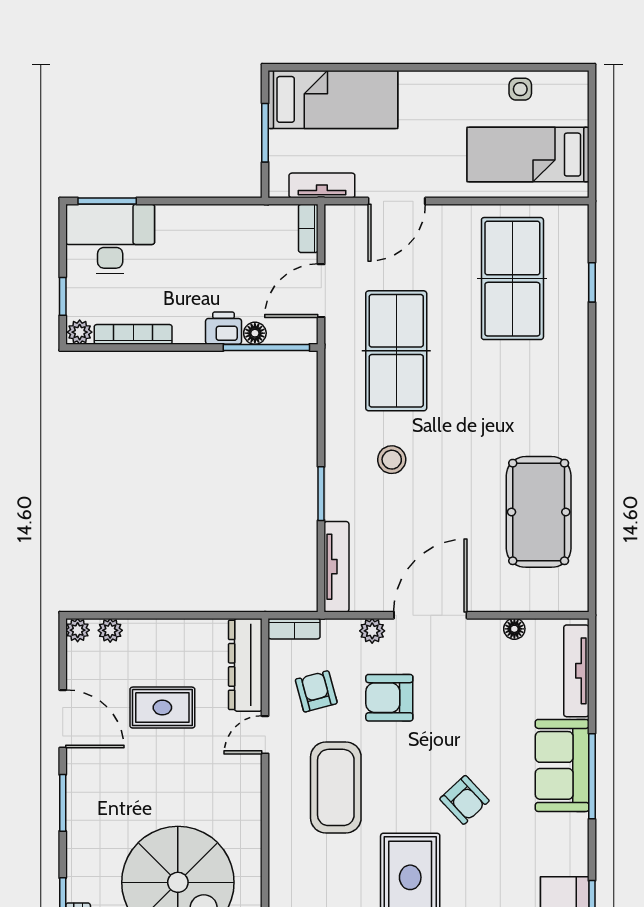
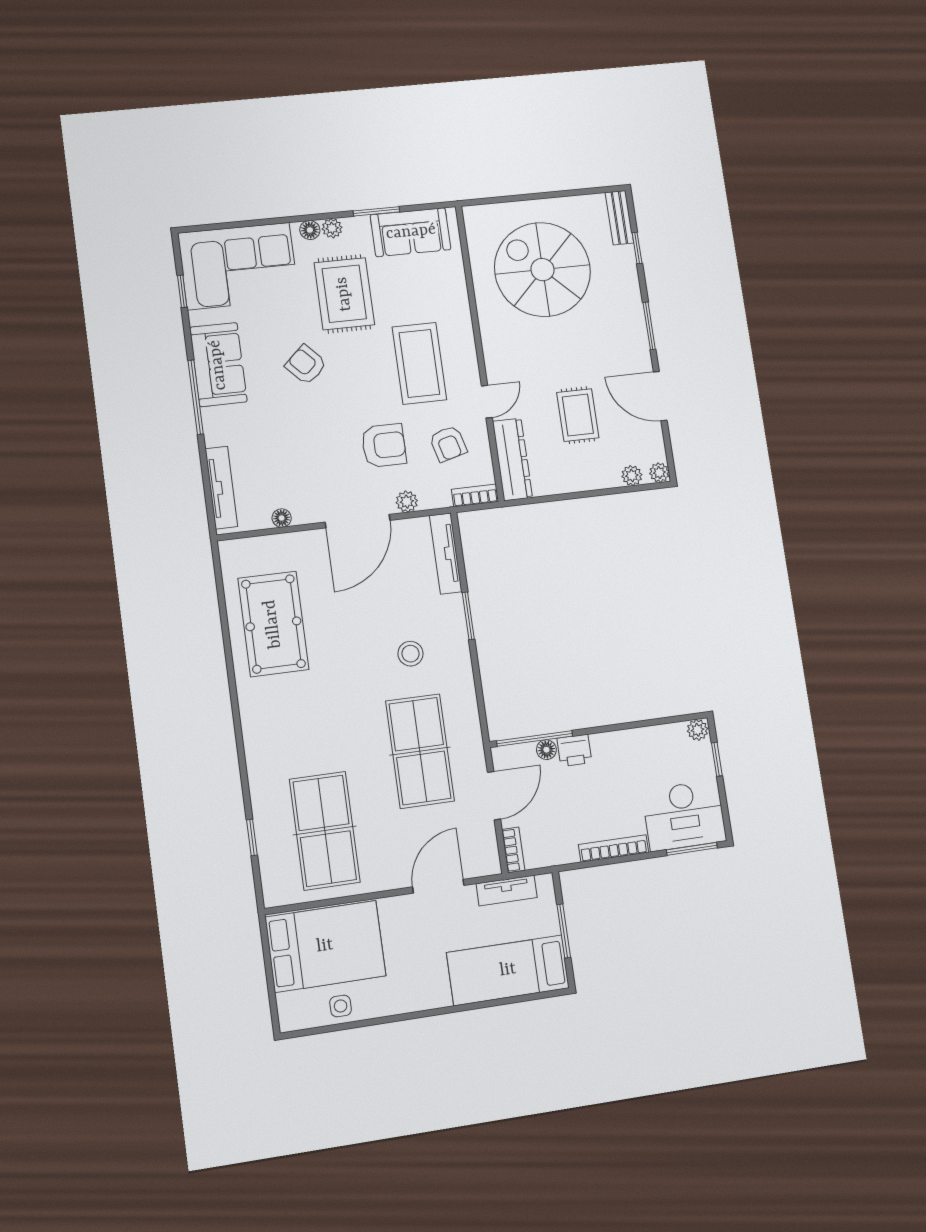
bed: (528, 155) -> (325, 946), width x1.50
bookcase: (133, 334) -> (614, 848), moved, turned 180
rug: (162, 708) -> (578, 415), turned 90
sofa: (562, 765) -> (218, 365), moved

